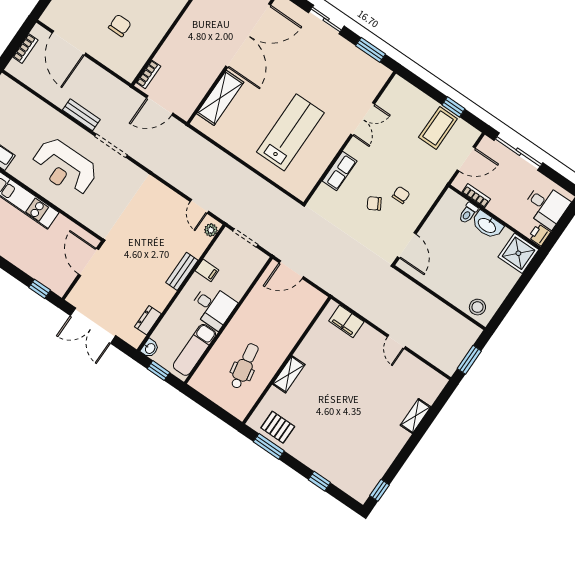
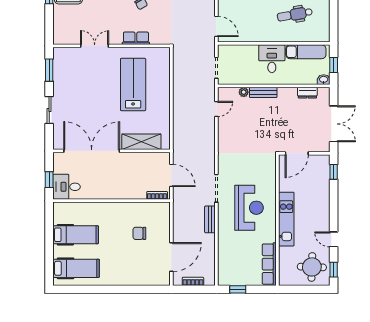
lab bench: (290, 132) -> (133, 84), turned 90
plant: (211, 230) -> (244, 92), moved
filing cabinet: (207, 270) -> (252, 78), removed

